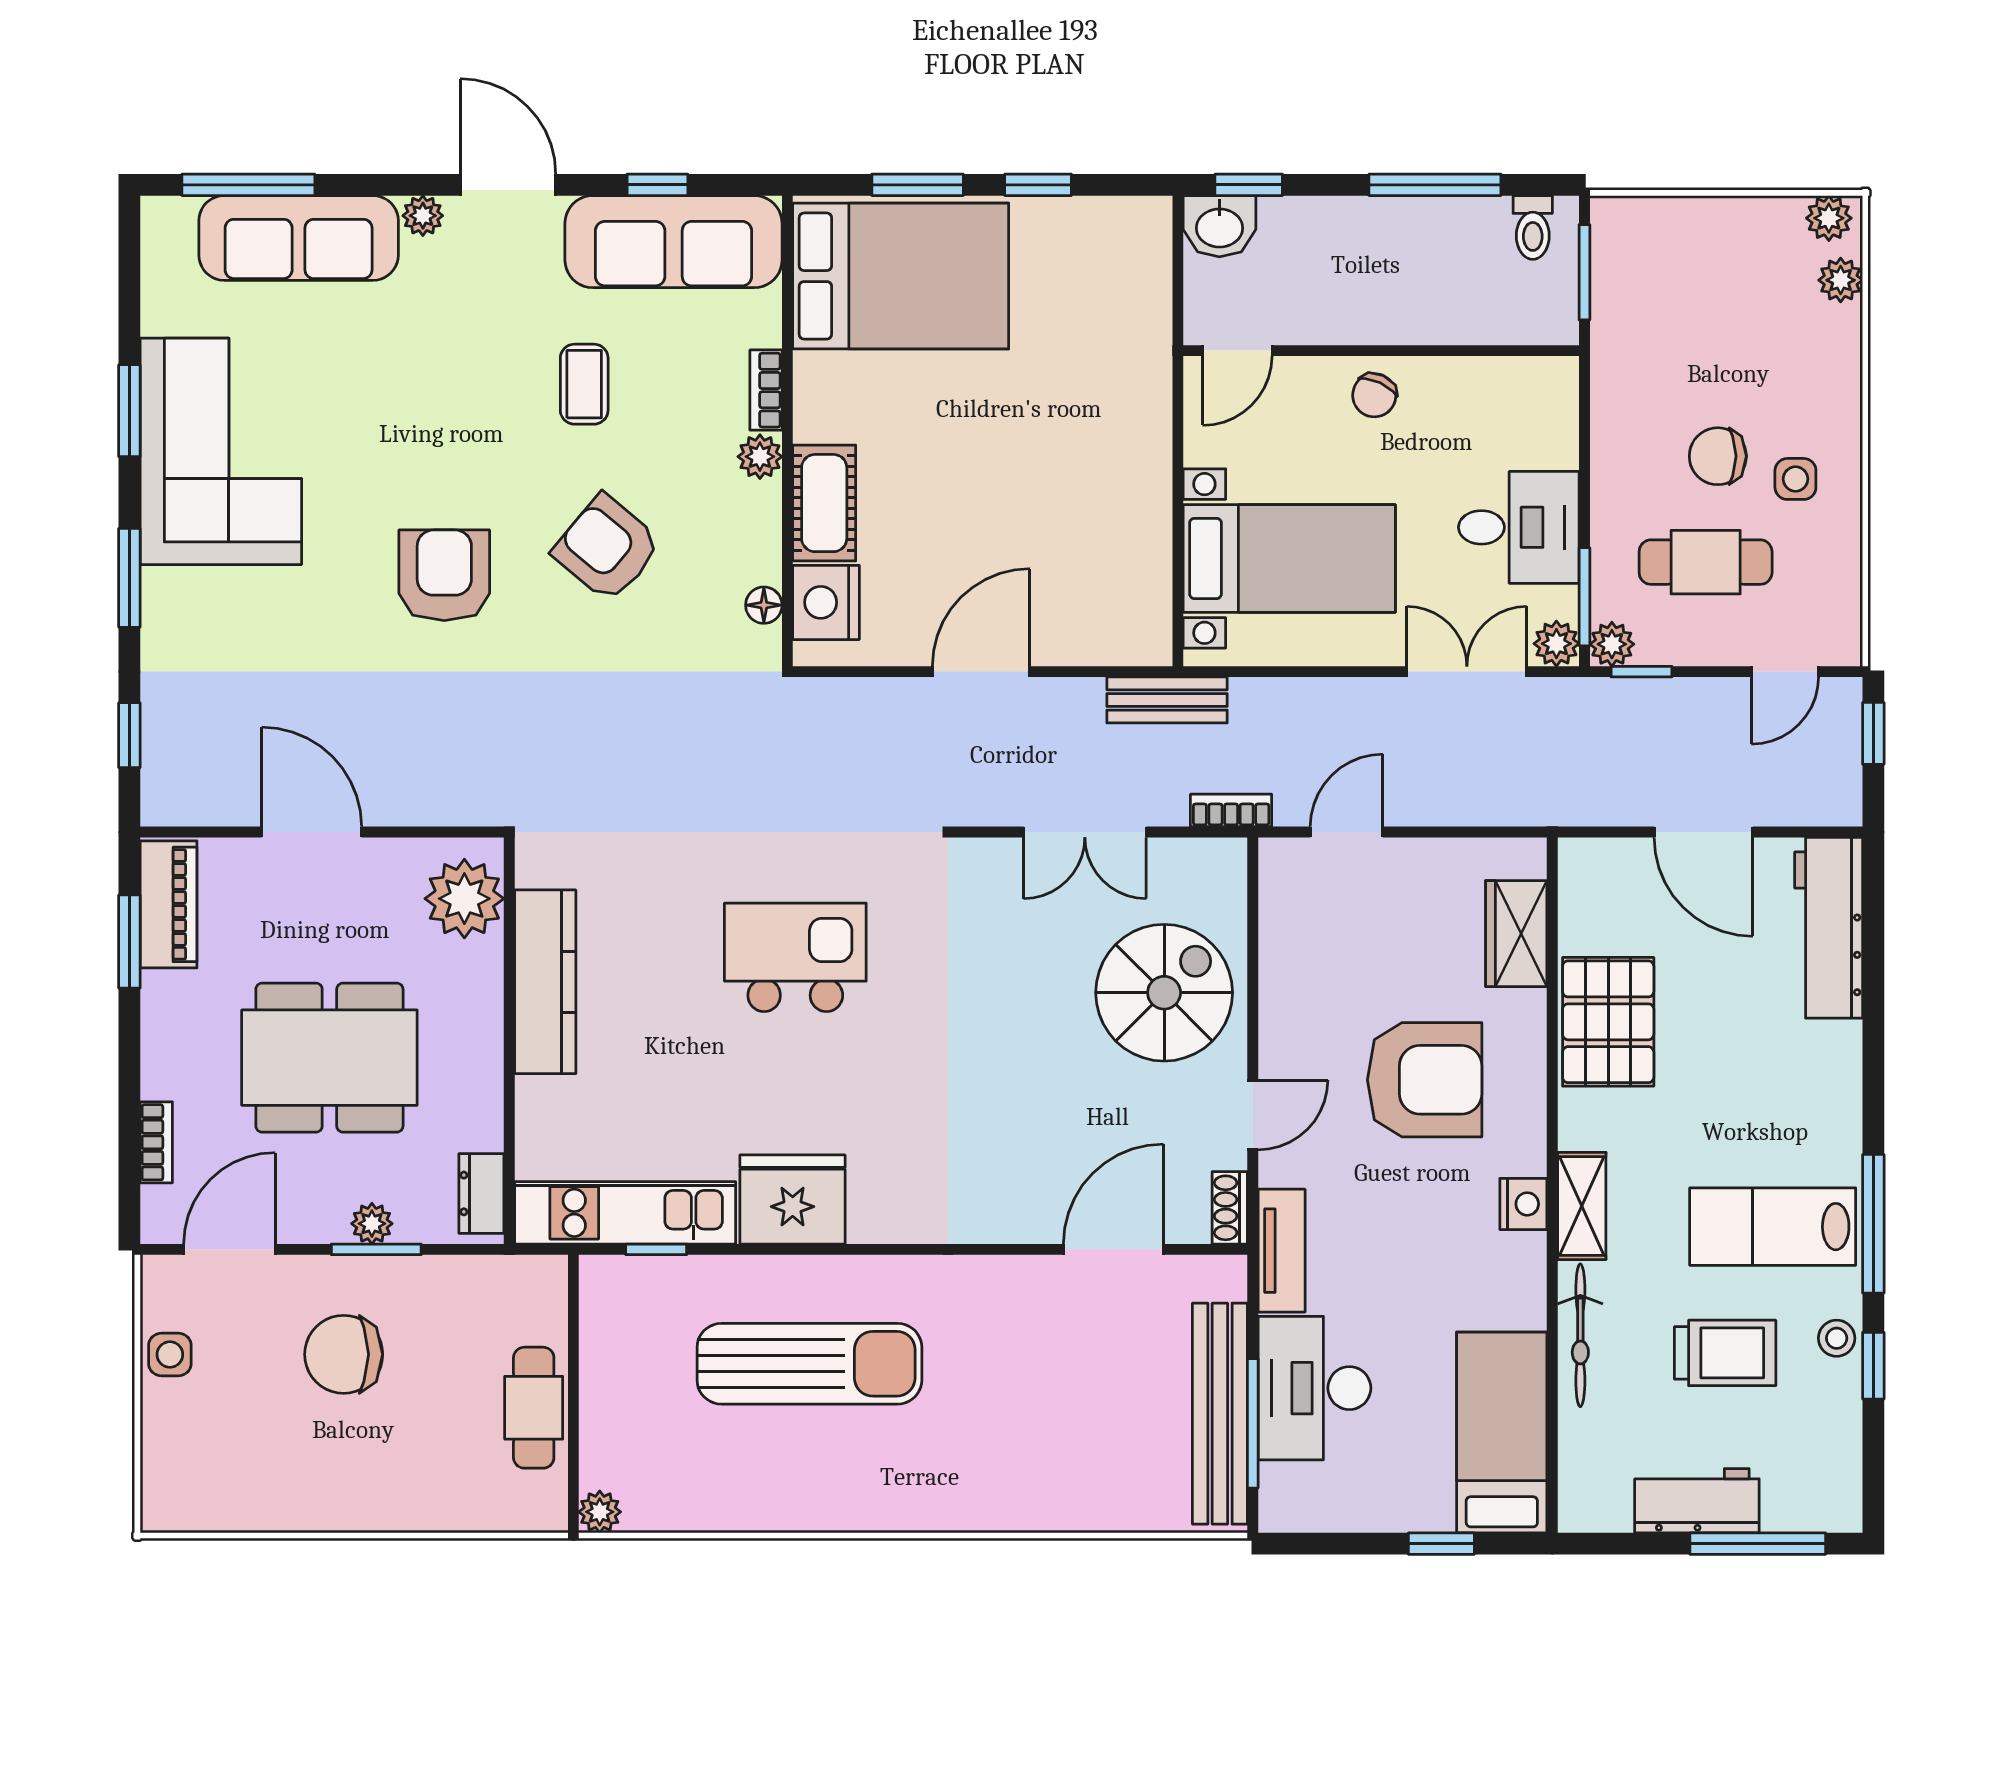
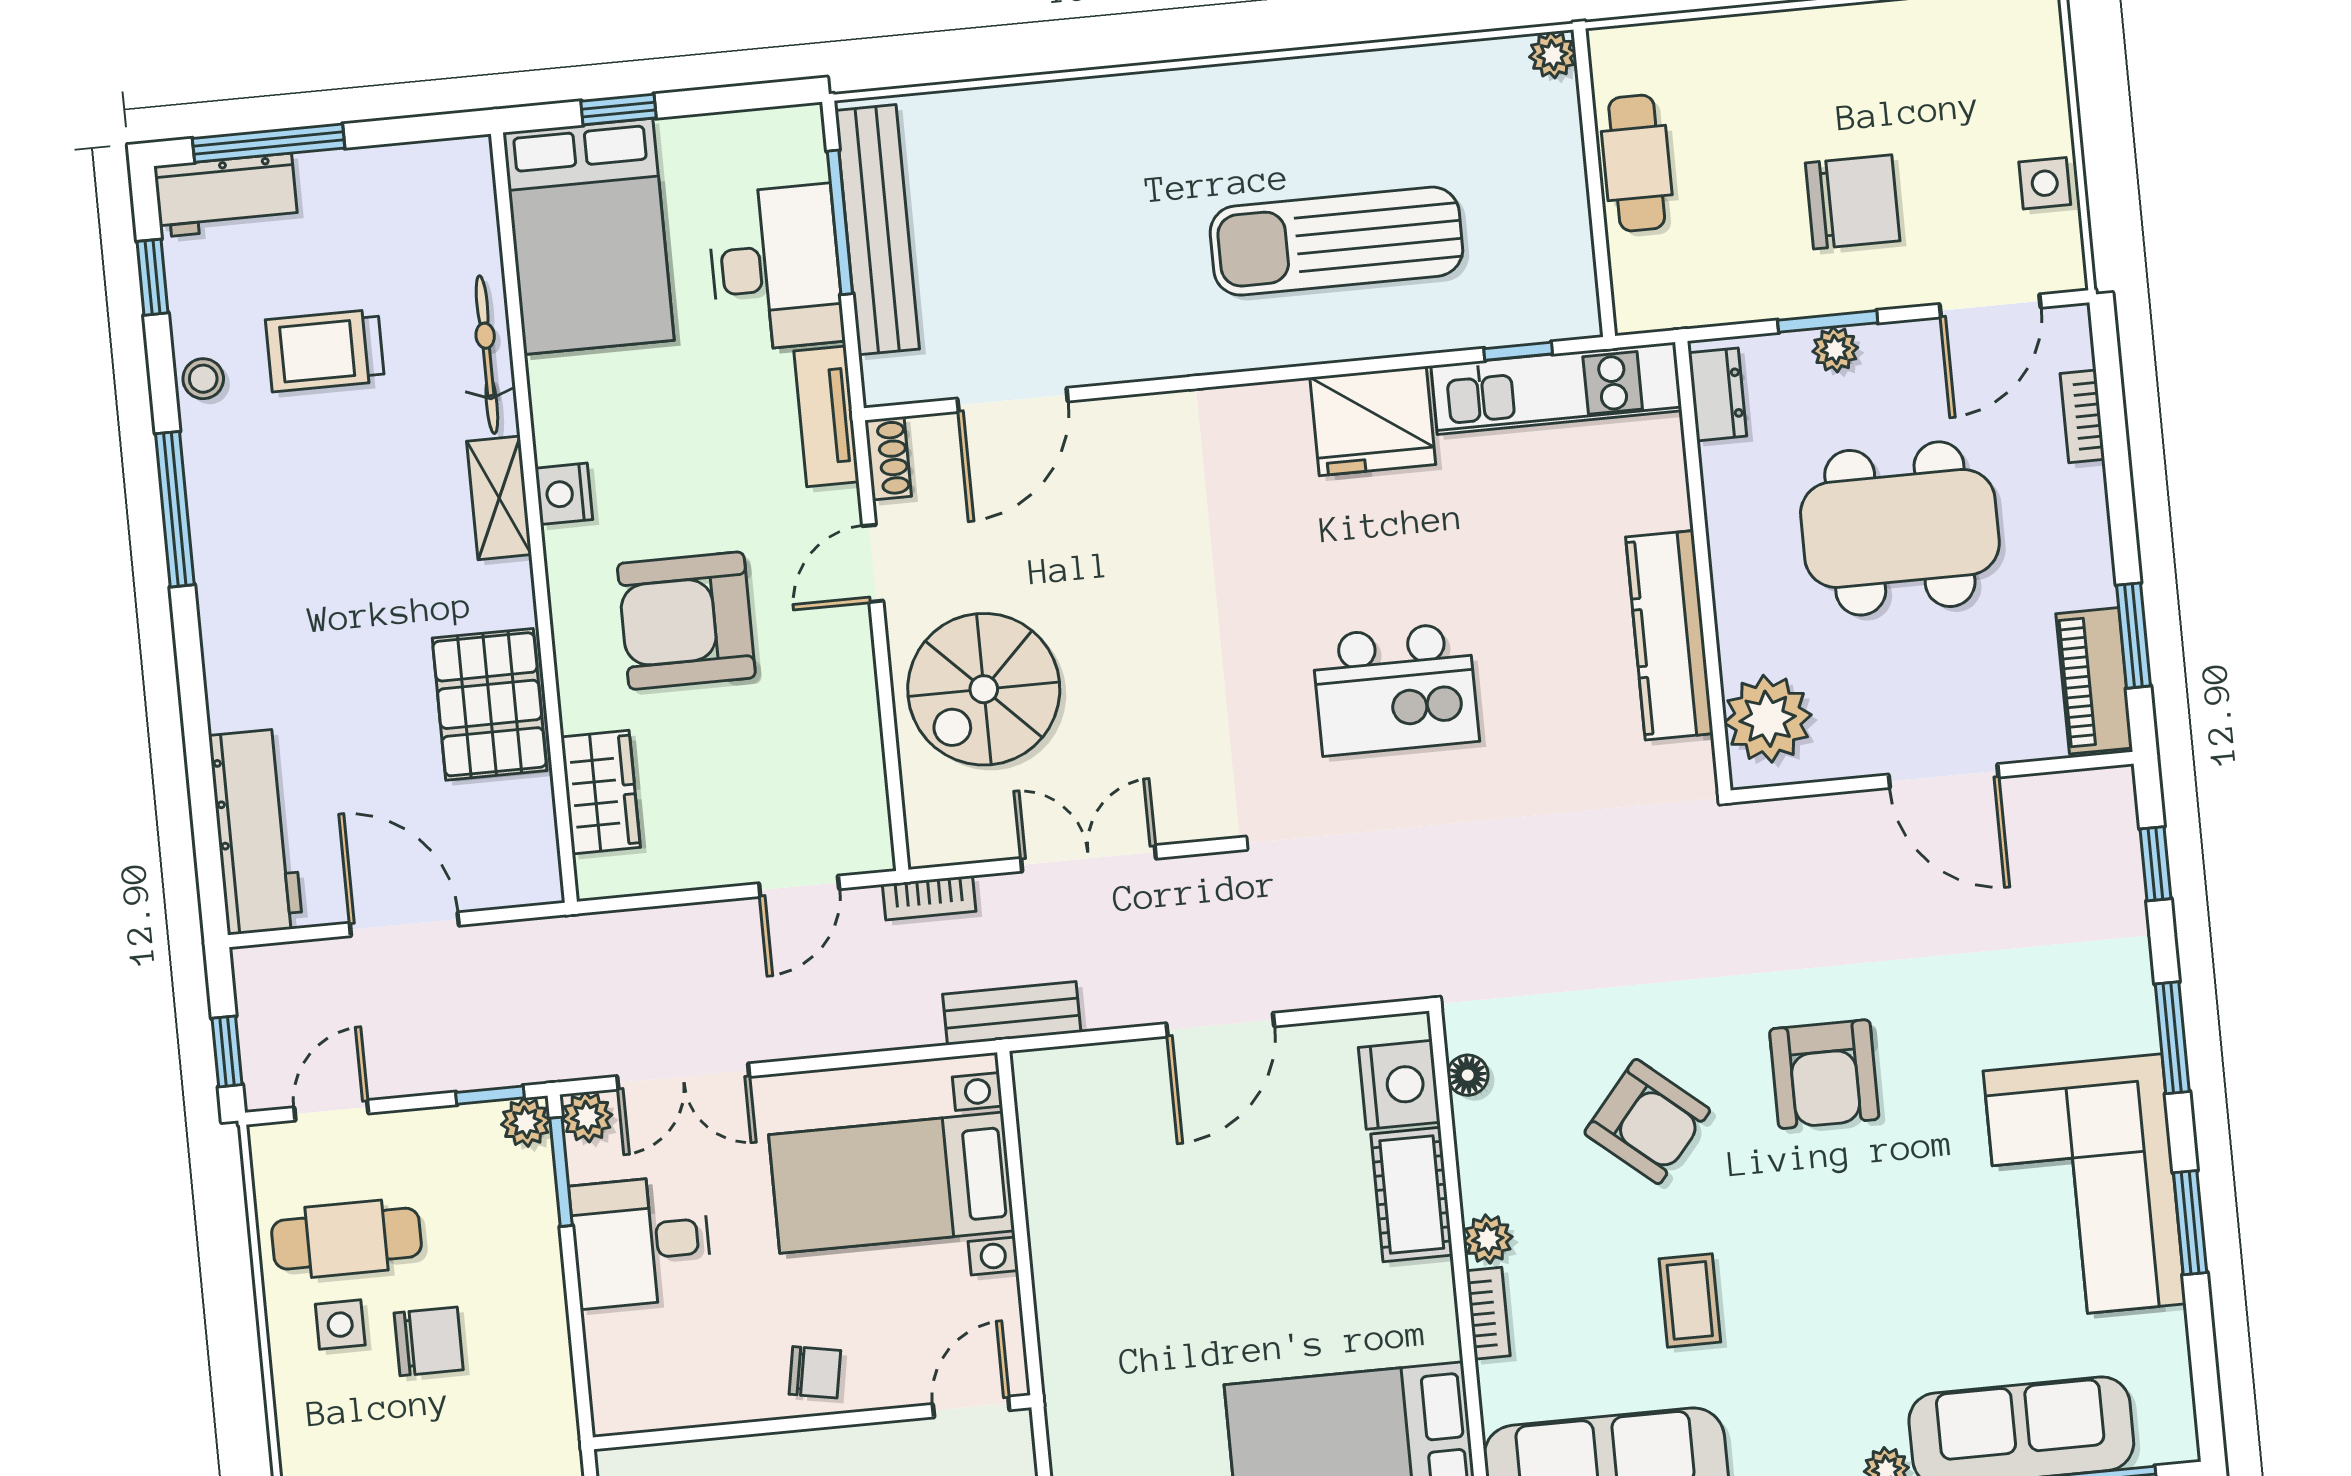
chair: (1374, 395) -> (815, 1372), turned 75
cafe table: (1706, 562) -> (346, 1239), moved
lab bench: (1773, 1227) -> (286, 495), removed
window: (1873, 1366) -> (152, 277), moved
bed: (1502, 1432) -> (588, 236), width x1.50
workbench: (1697, 1501) -> (226, 195), moved

